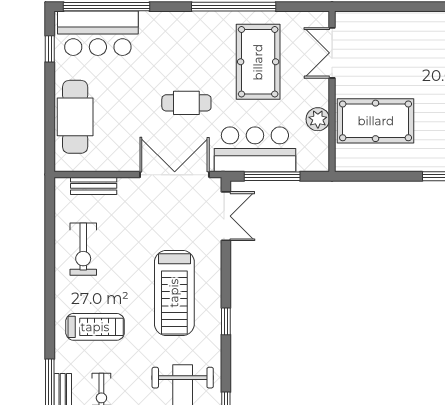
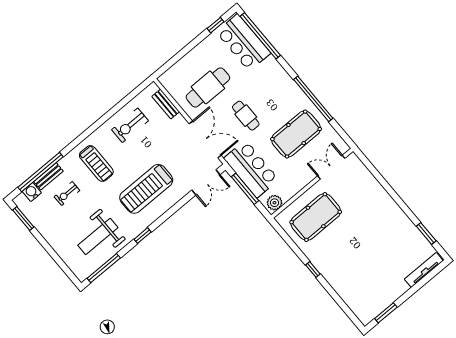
cafe table: (75, 117) -> (208, 87), moved
plant: (318, 119) -> (274, 203), moved
pool table: (376, 121) -> (316, 217), turned 90
window: (226, 321) -> (143, 236), moved

